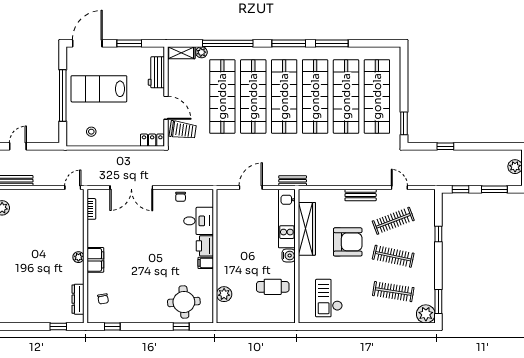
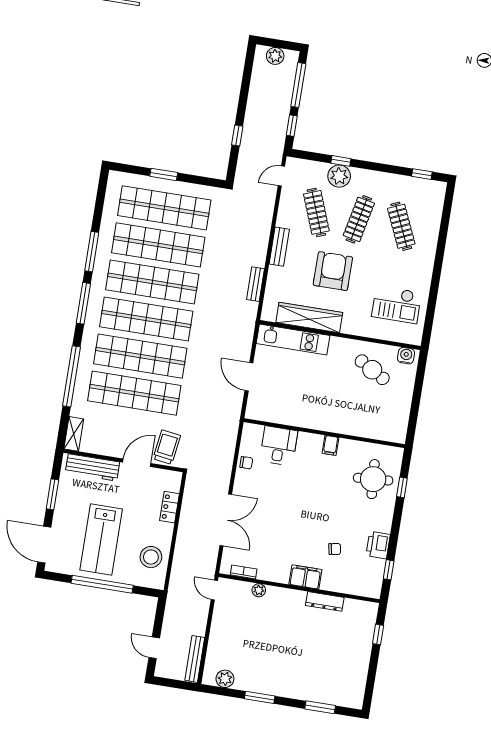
plant: (201, 52) -> (77, 410), removed
workbench: (156, 72) -> (92, 467), width x1.38
window: (404, 123) -> (164, 174), moved
stool: (91, 132) -> (151, 557), width x1.89, depth x1.89
locker: (152, 140) -> (170, 507), moved
bench: (293, 181) -> (256, 284), moved
door: (399, 188) -> (281, 176), moved
window: (494, 189) -> (298, 85), width x1.44
printer: (205, 246) -> (378, 545), moved, turned 90
water cooler: (289, 255) -> (406, 356), moved
plant: (78, 257) -> (259, 590), moved
cafe table: (273, 287) -> (372, 370), turned -60
clothes rail: (393, 292) -> (401, 226), turned -33
plant: (224, 294) -> (371, 429), removed
dresser: (78, 299) -> (325, 601), moved
chair: (103, 299) -> (335, 549), moved
window: (438, 302) -> (422, 174), width x0.67
plant: (426, 314) -> (339, 176), moved

